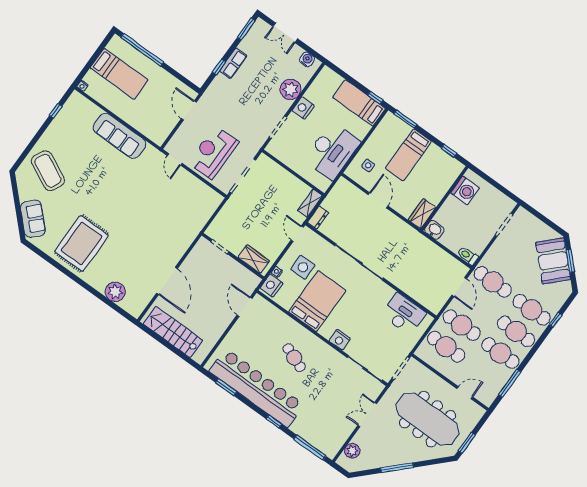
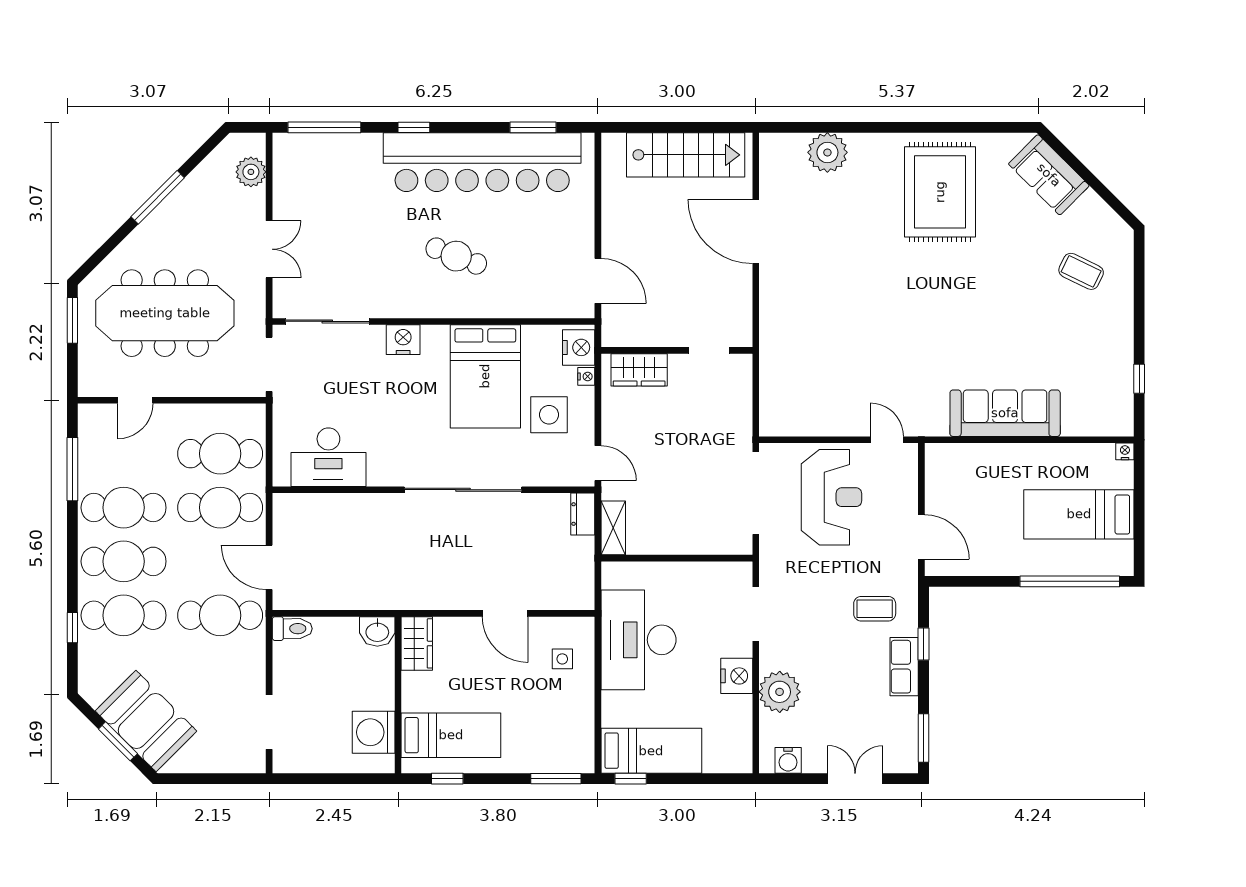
coffee table: (228, 95) -> (875, 609), added
bed: (408, 155) -> (451, 735), moved, turned 90
coffee table: (48, 171) -> (1081, 271), width x0.54, depth x0.58

